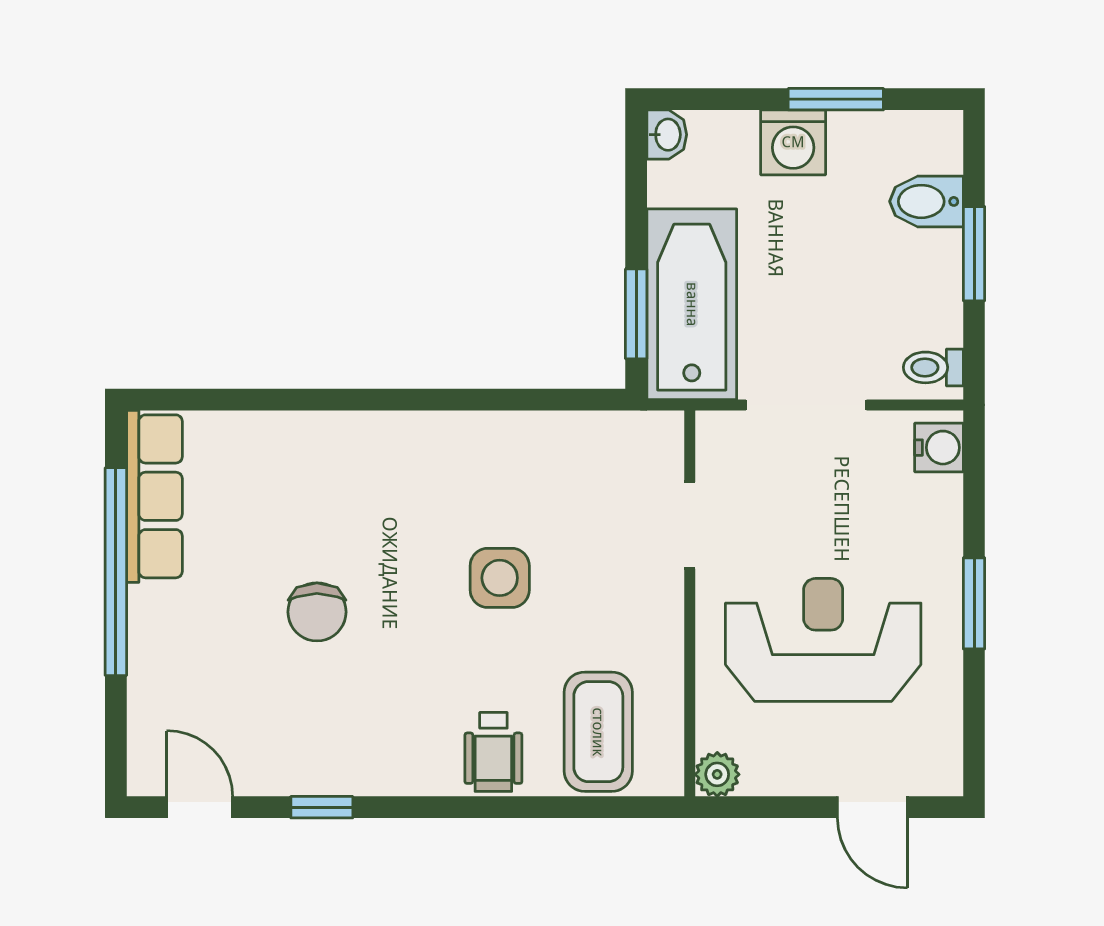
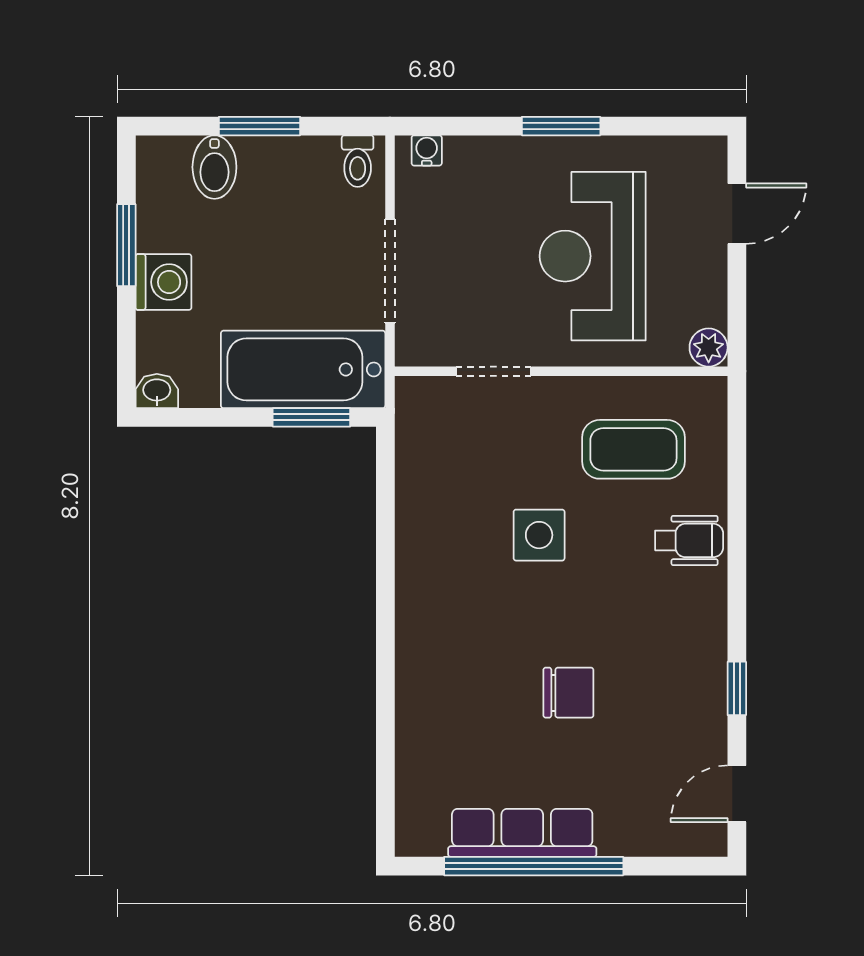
water cooler: (939, 448) -> (427, 150), width x0.72, depth x0.72
row of seats: (154, 496) -> (522, 833), moved
coffee table: (598, 732) -> (633, 449), moved

